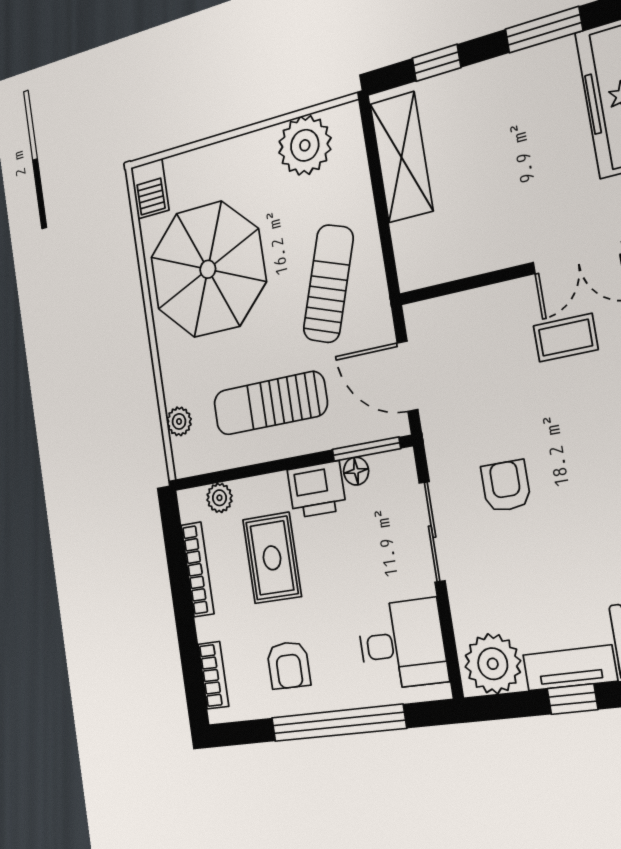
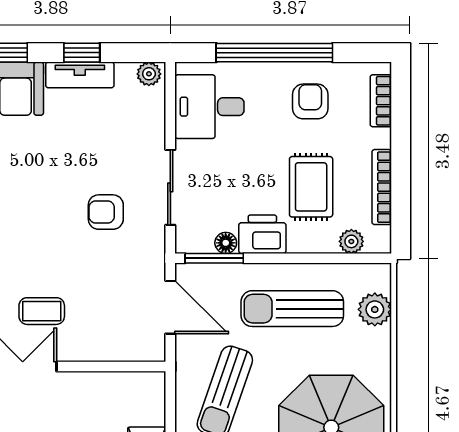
sun lounger: (270, 403) -> (292, 309), turned 180
plant: (179, 421) -> (375, 309), width x1.38, depth x1.38
armchair: (506, 486) -> (106, 212), turned 90
plant: (493, 664) -> (149, 74), width x0.53, depth x0.53

